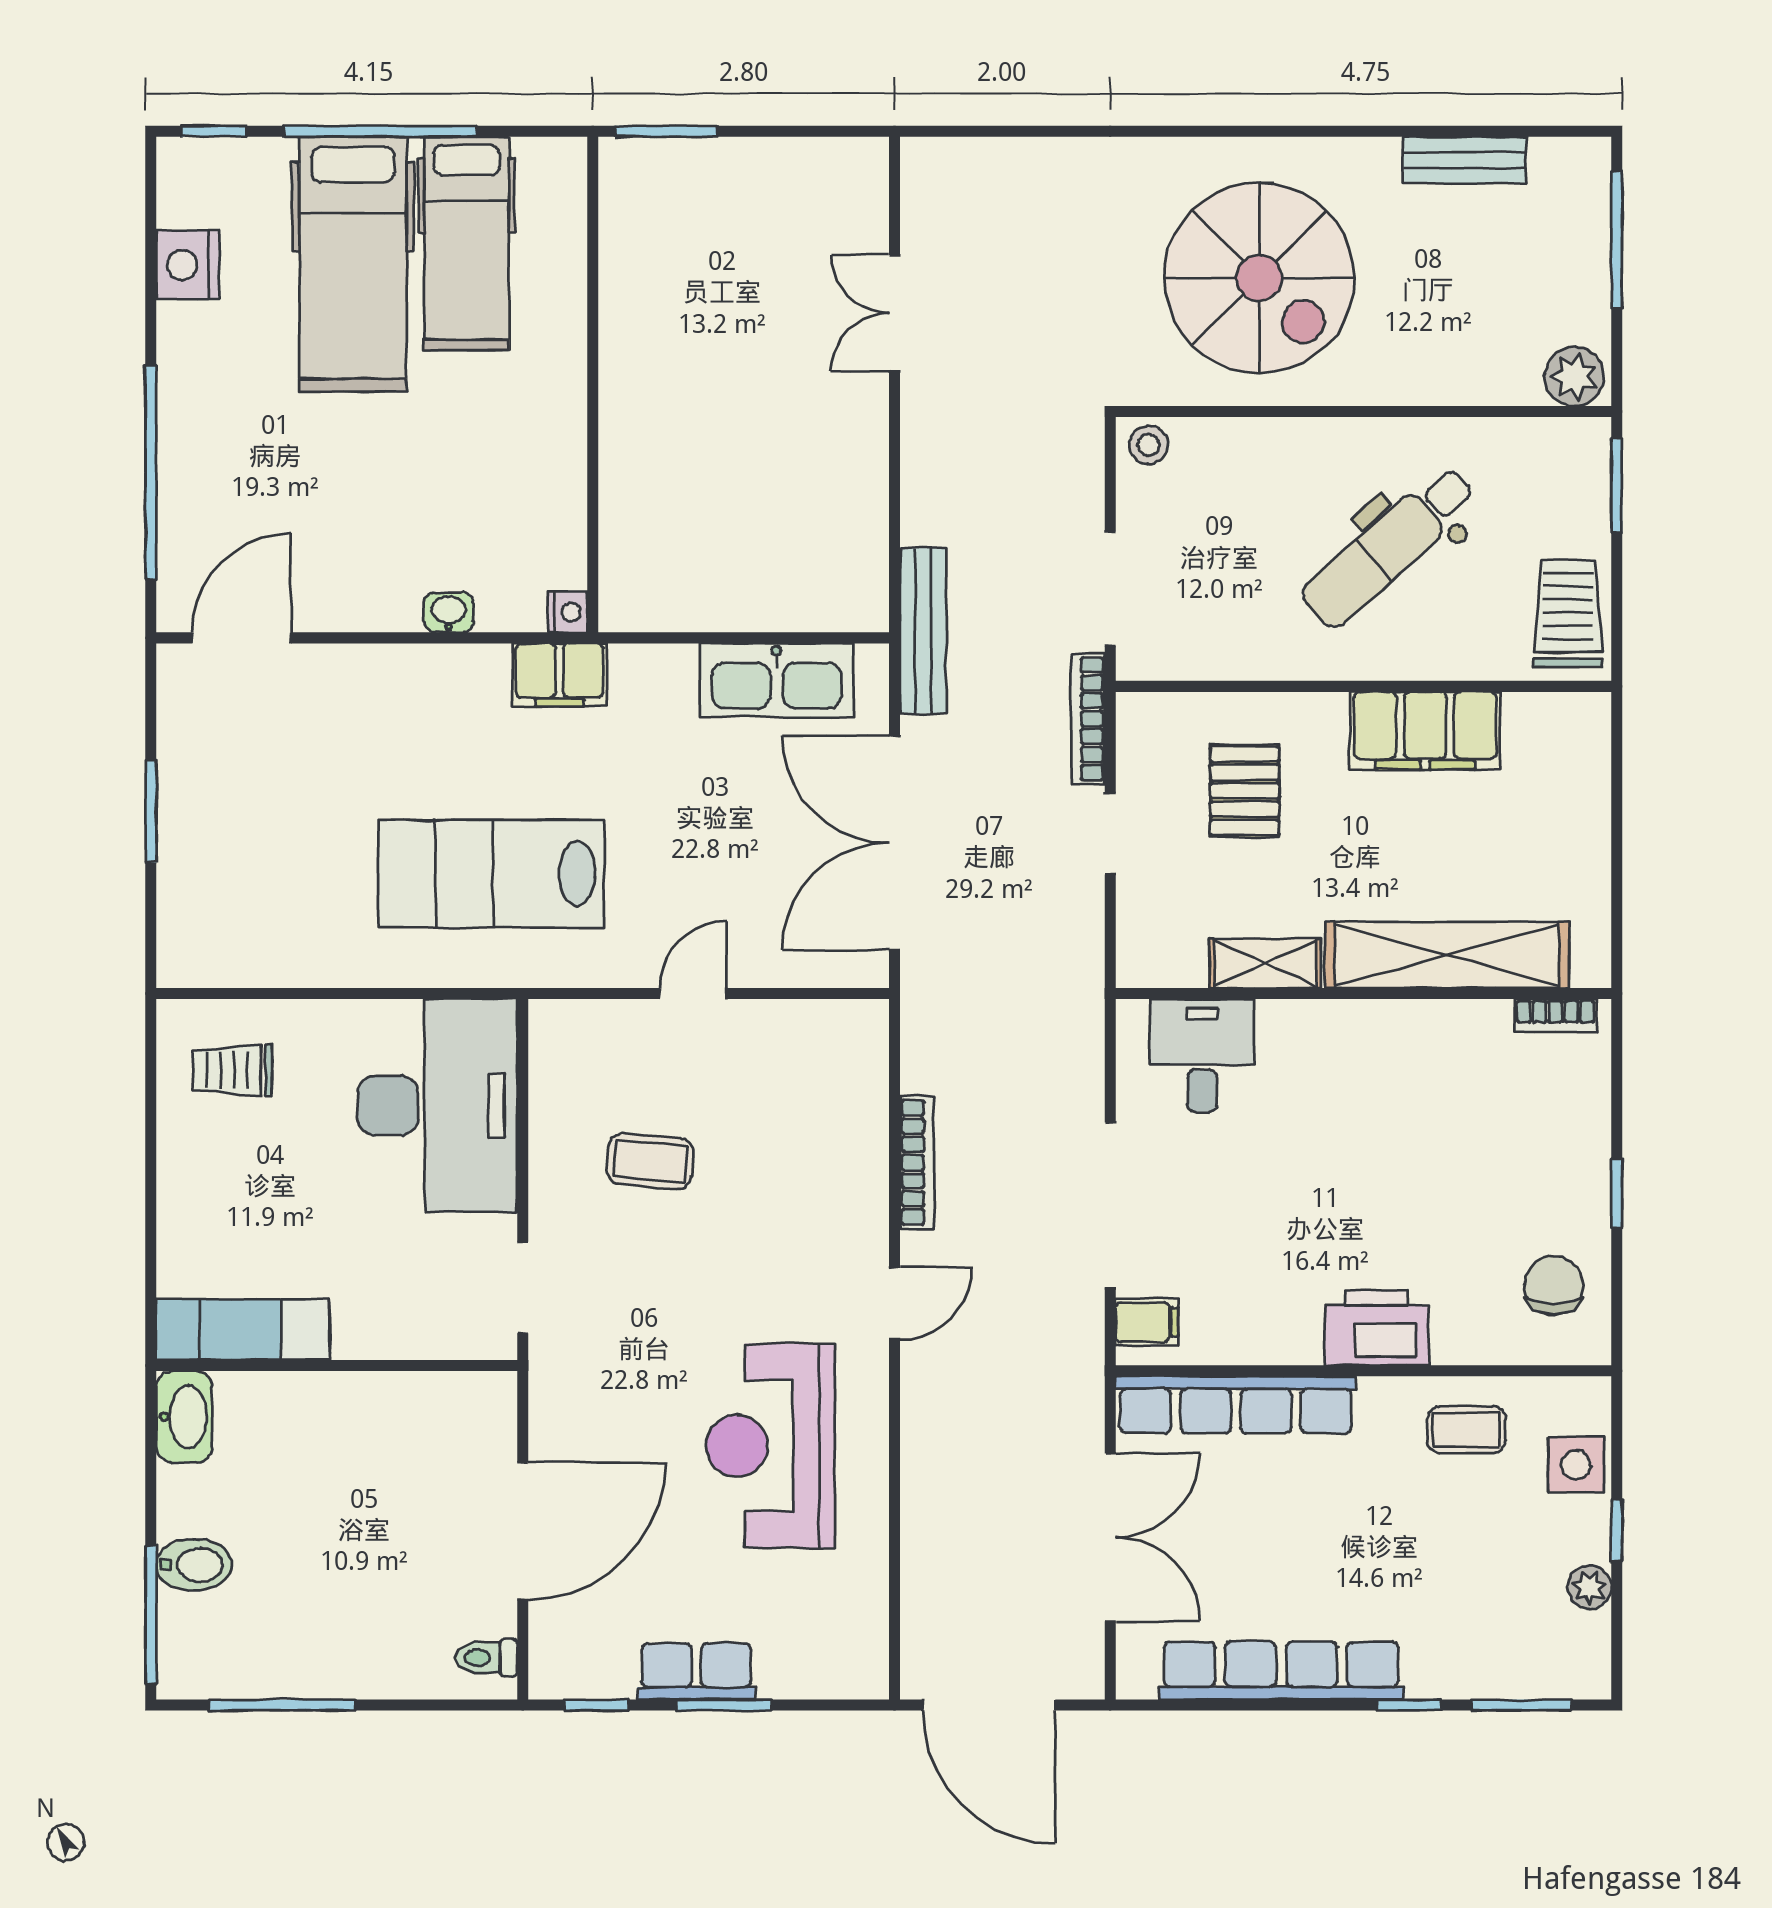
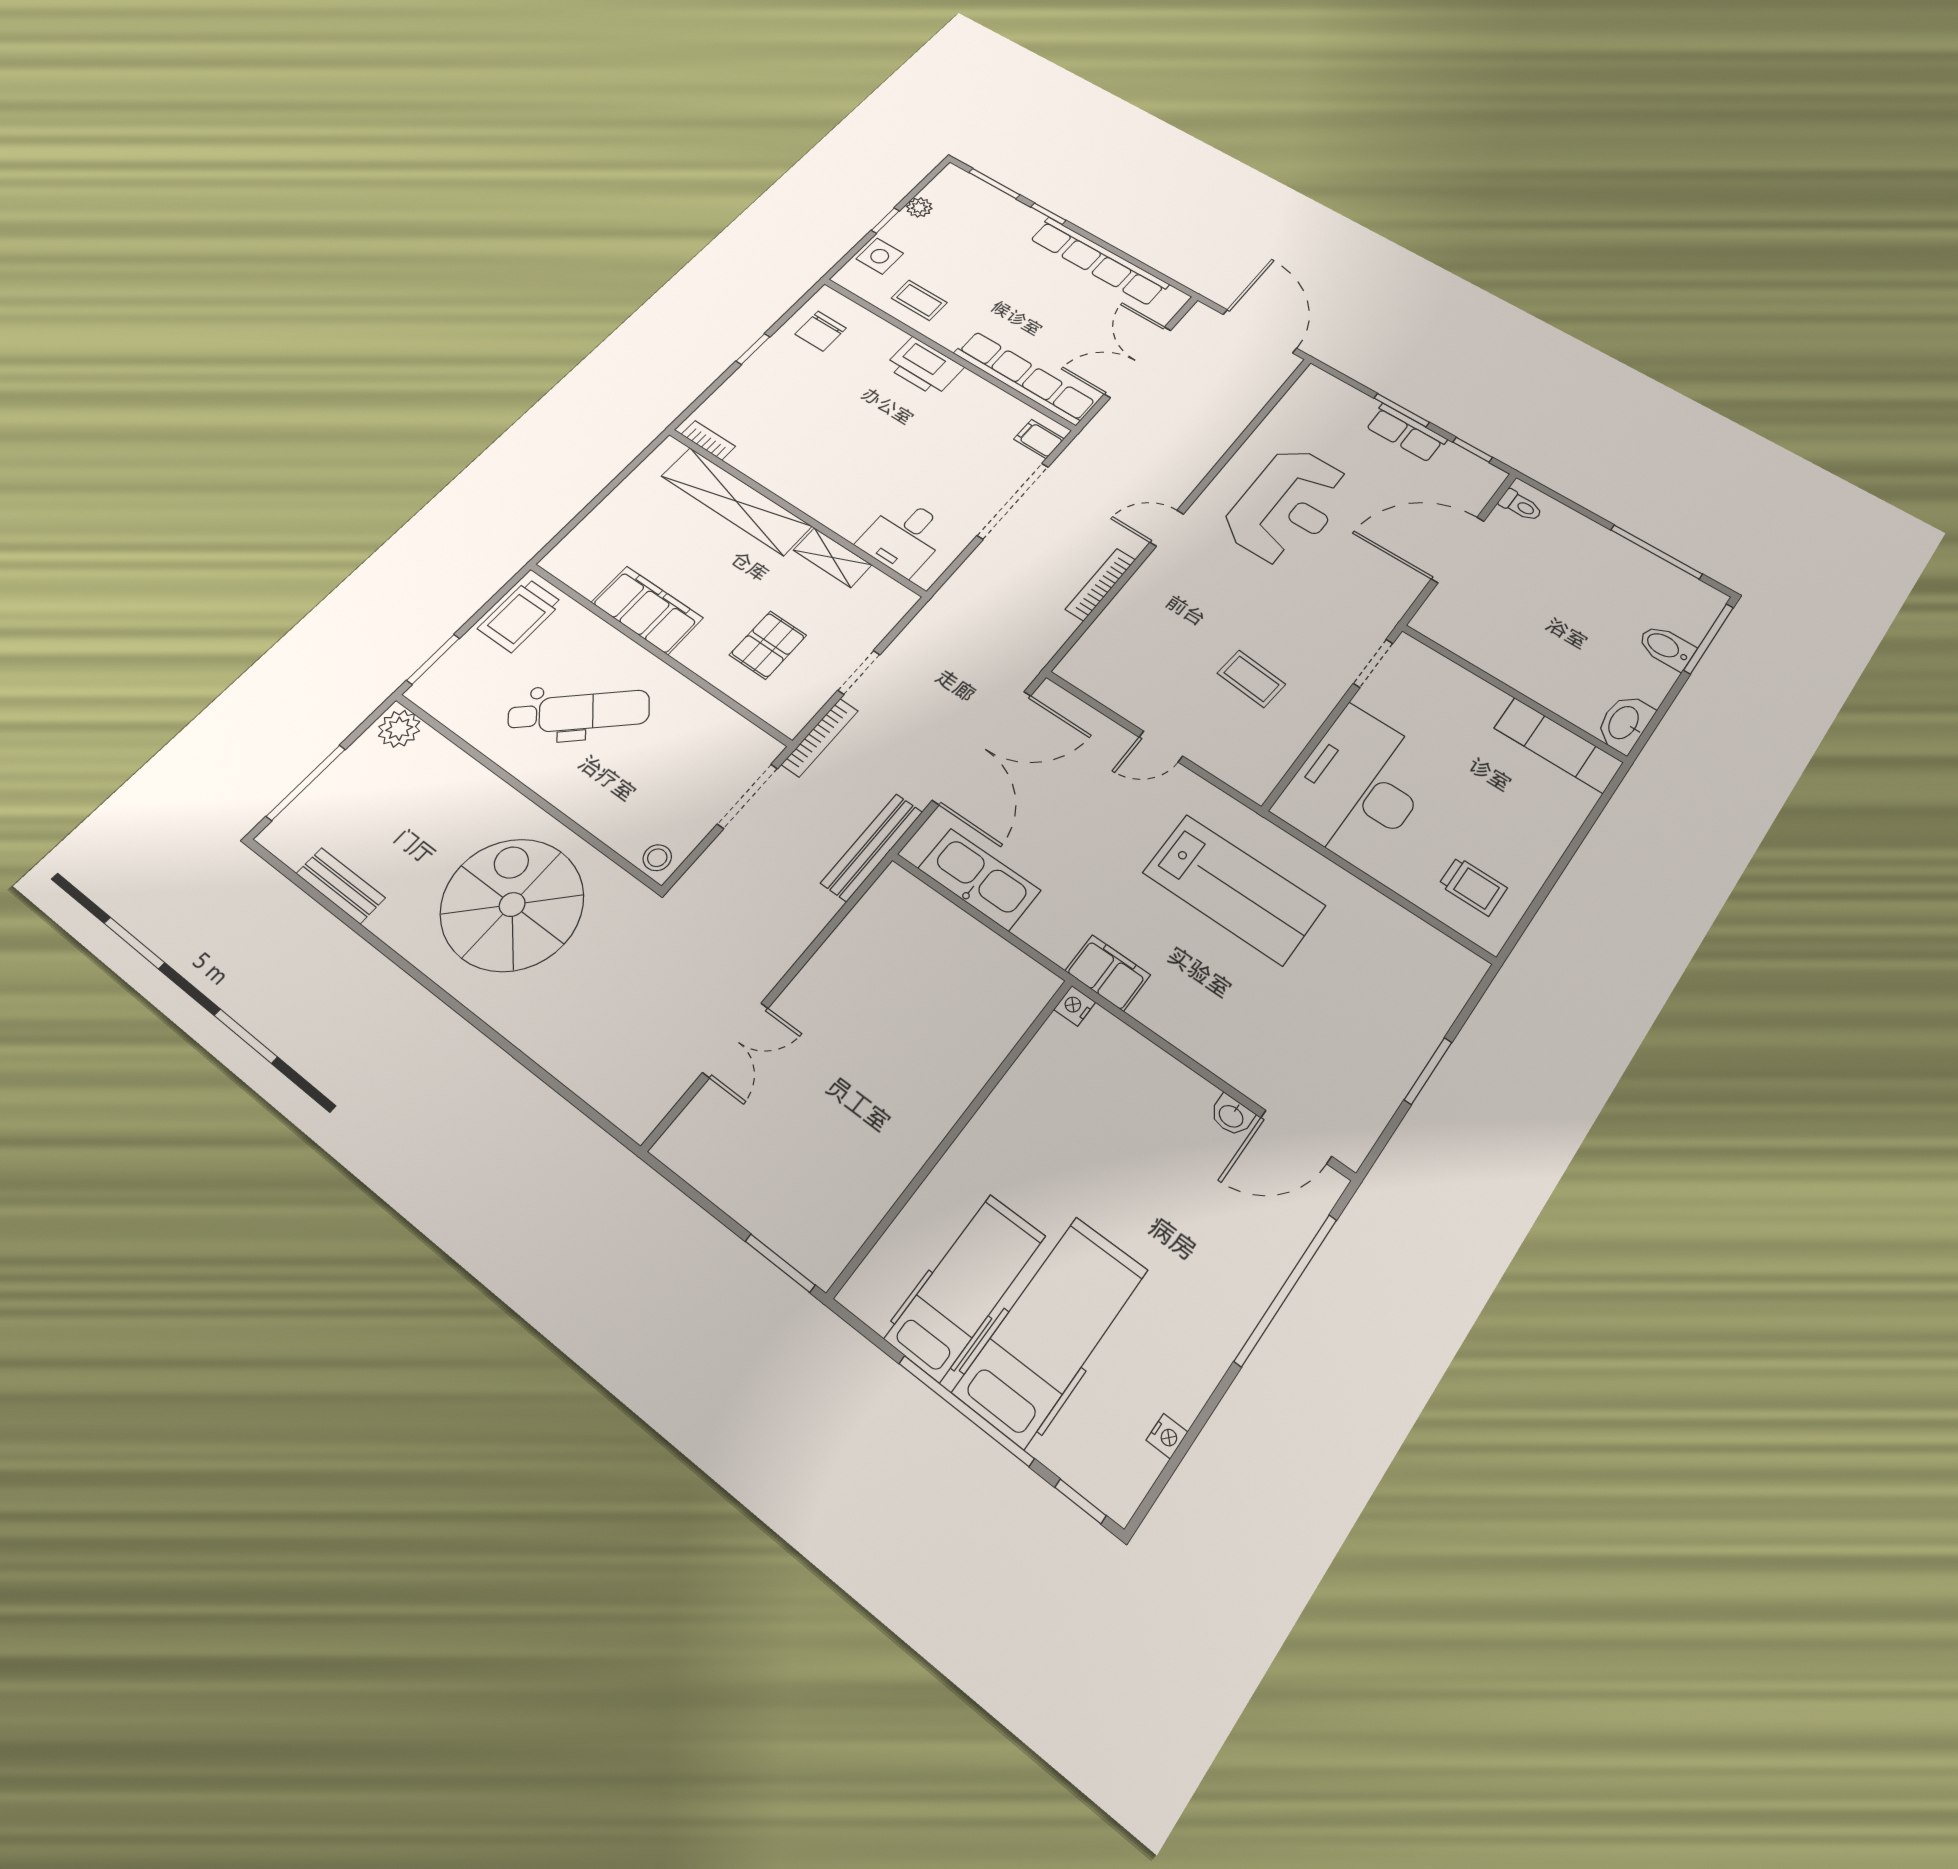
nightstand: (187, 265) -> (1167, 1436), width x0.53, depth x0.56
washbasin: (449, 612) -> (1232, 1116), moved

